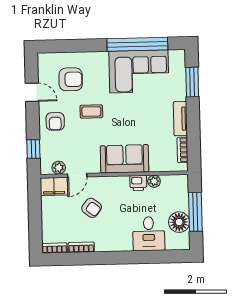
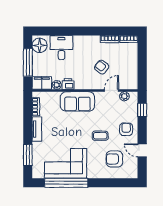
filing cabinet: (54, 186) -> (42, 83), moved
floor lamp: (179, 222) -> (40, 45), moved

